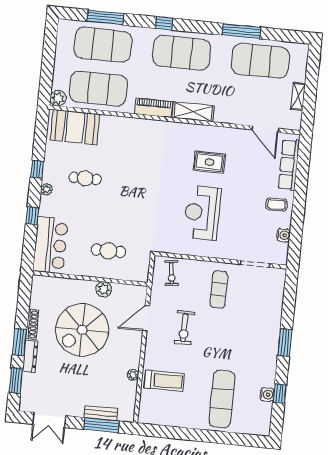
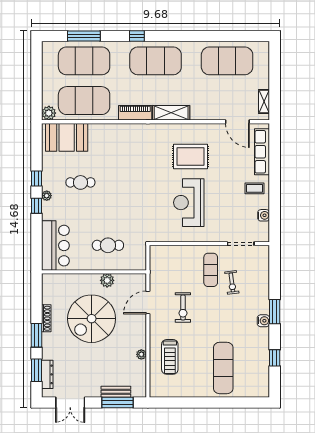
window: (241, 31) -> (207, 36), removed
shelving: (298, 97) -> (264, 102), moved
rug: (209, 162) -> (190, 157), width x1.36, depth x1.43
window: (32, 216) -> (36, 206), moved
exercise bike: (172, 273) -> (232, 282), moved
dresser: (30, 356) -> (47, 374), moved
treadmill: (164, 381) -> (170, 357), turned 90
water cooler: (267, 395) -> (263, 321), moved

